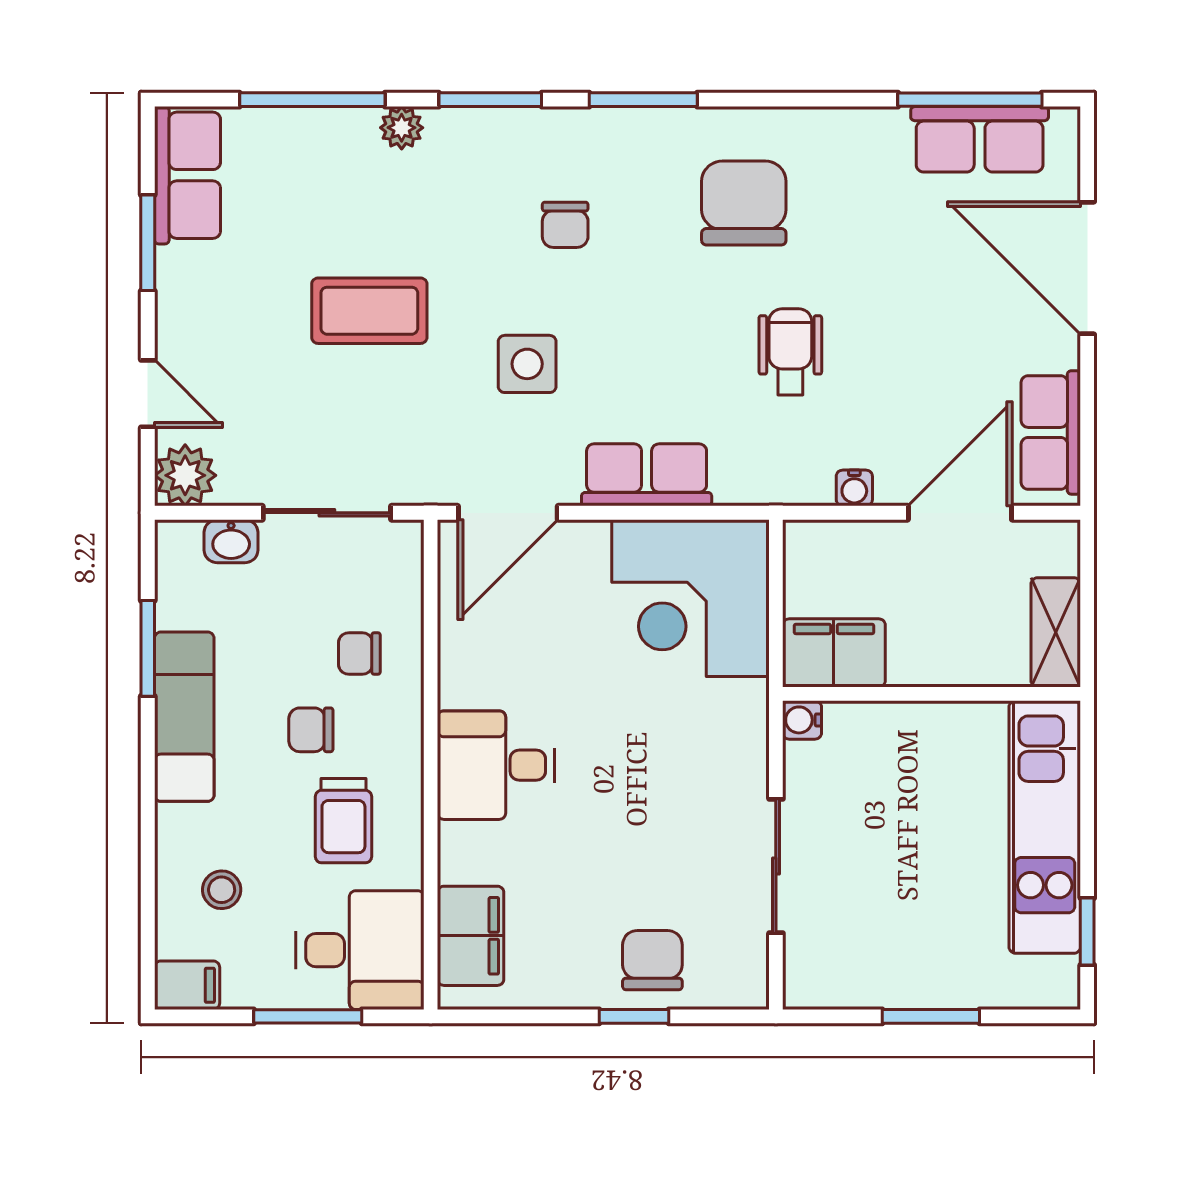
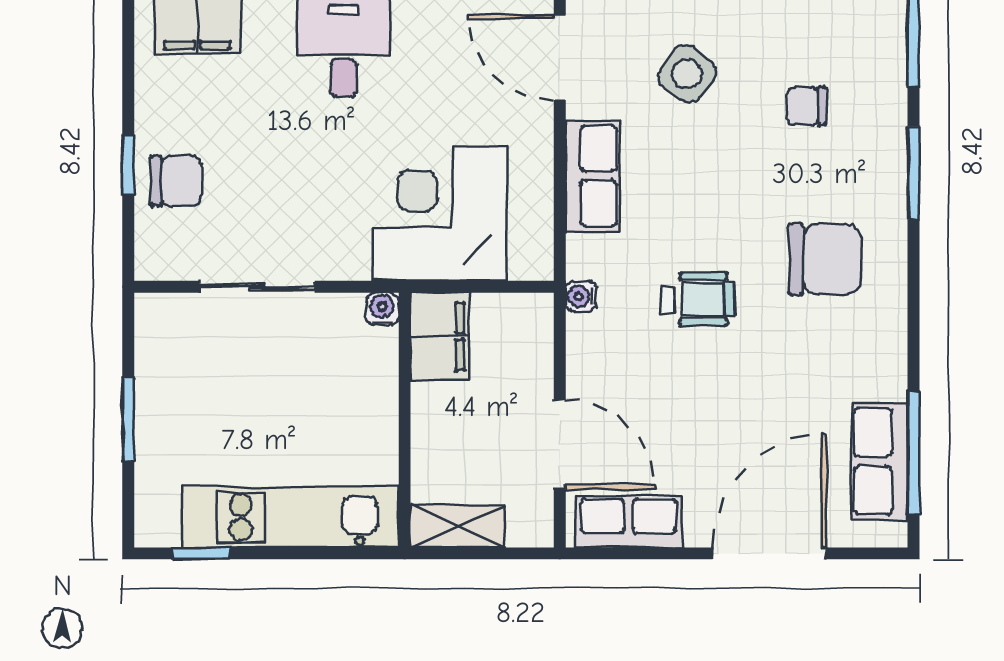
side table: (527, 364) -> (687, 74), turned 37
water cooler: (854, 488) -> (581, 296), moved
corner desk: (691, 598) -> (440, 214), moved

